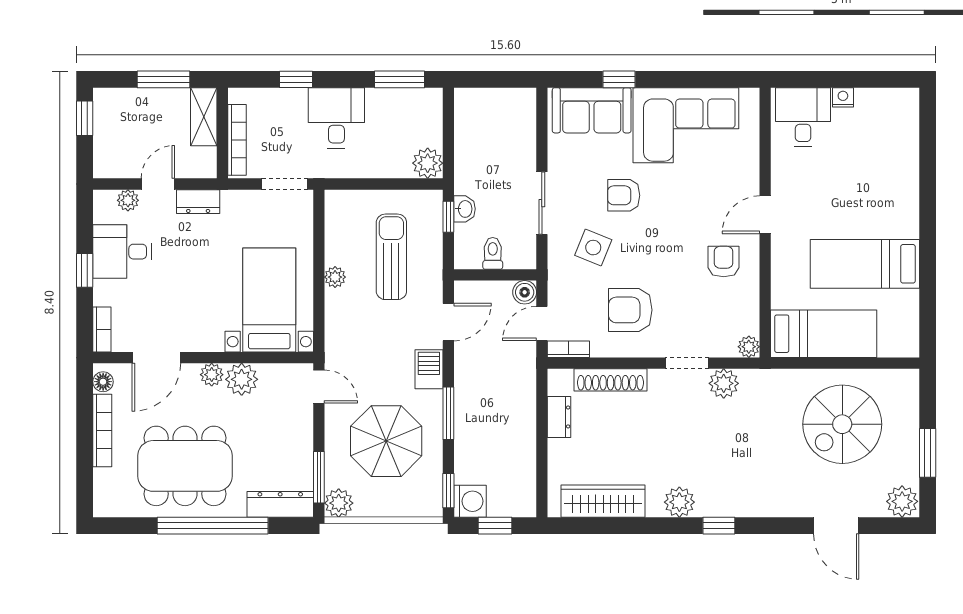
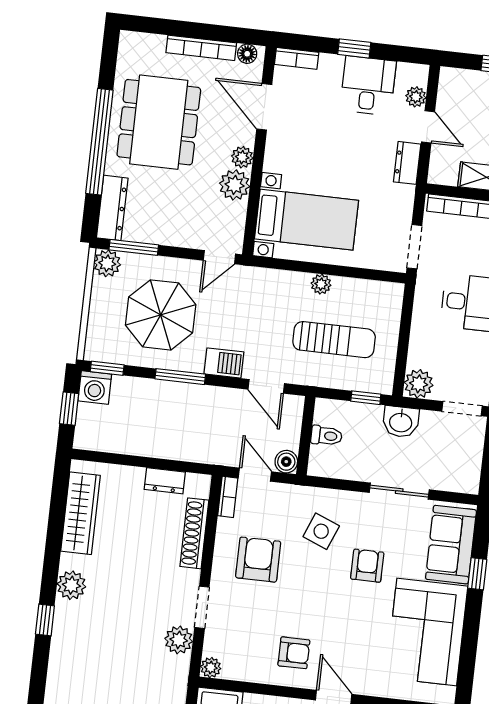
doorway: (448, 115) -> (462, 409), added
sliding door: (542, 203) -> (399, 491), moved
washbasin: (465, 209) -> (401, 422), moved, width x1.38, depth x1.45

